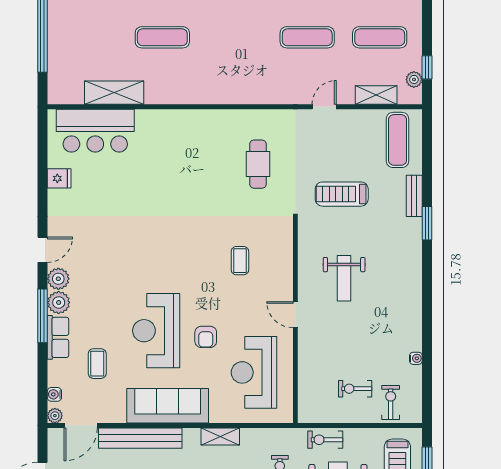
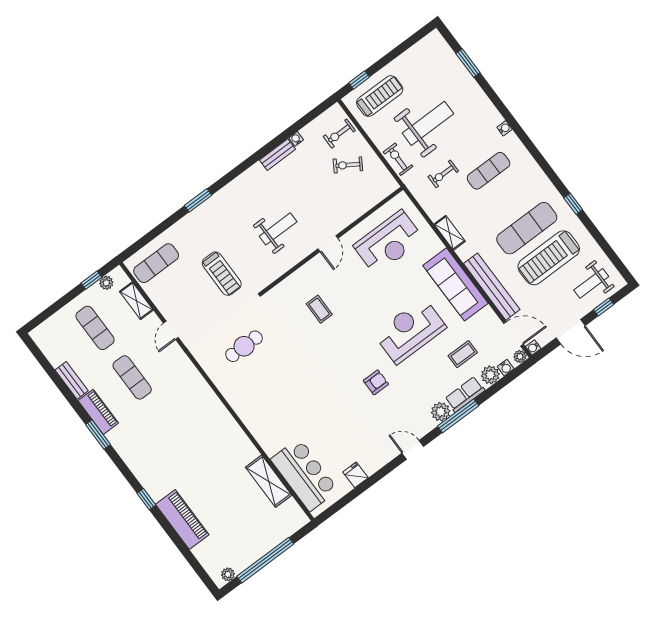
exercise mat: (162, 37) -> (206, 477), removed
door: (324, 107) -> (171, 330), hinge flipped
bench: (414, 196) -> (277, 155), moved
coffee table: (240, 261) -> (319, 309), turned 90
plant: (58, 279) -> (490, 375), moved
reception desk: (156, 331) -> (410, 331), turned 180
armchair: (206, 337) -> (376, 382), moved
exercise bike: (355, 389) -> (348, 165), turned 122
water cooler: (54, 434) -> (533, 347), added
exercise bike: (325, 440) -> (398, 159), turned 180

